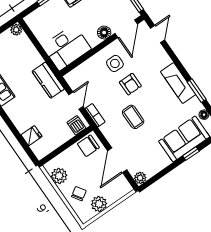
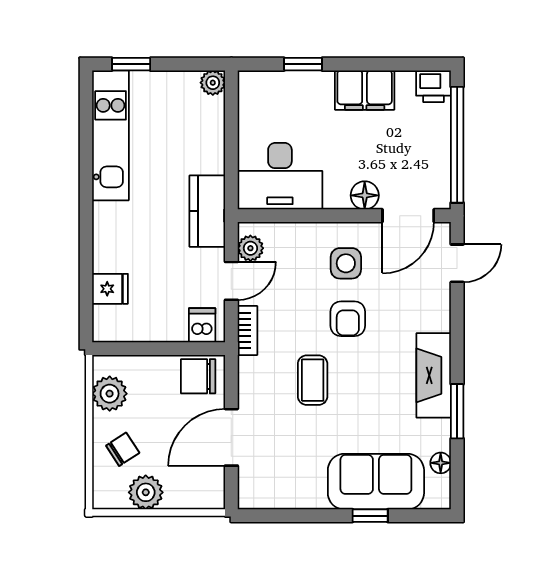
plant: (140, 178) -> (250, 248), moved

